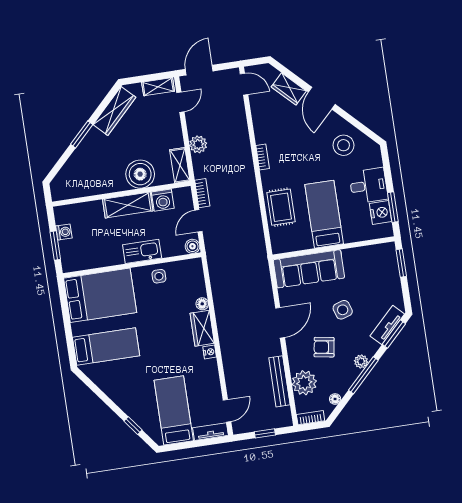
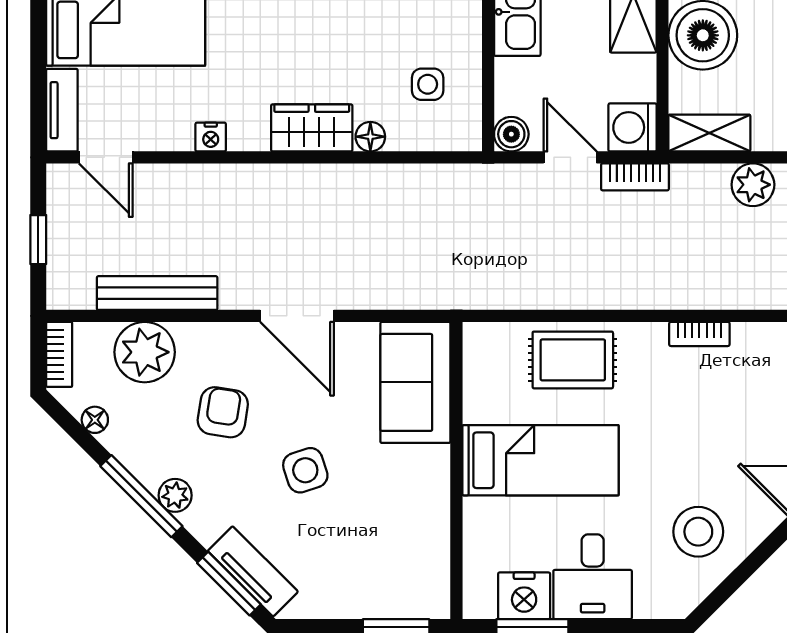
washing machine: (163, 200) -> (632, 127), moved
sofa: (309, 269) -> (415, 382), width x0.73
side table: (159, 276) -> (428, 84), moved
nightstand: (210, 352) -> (211, 137), moved

